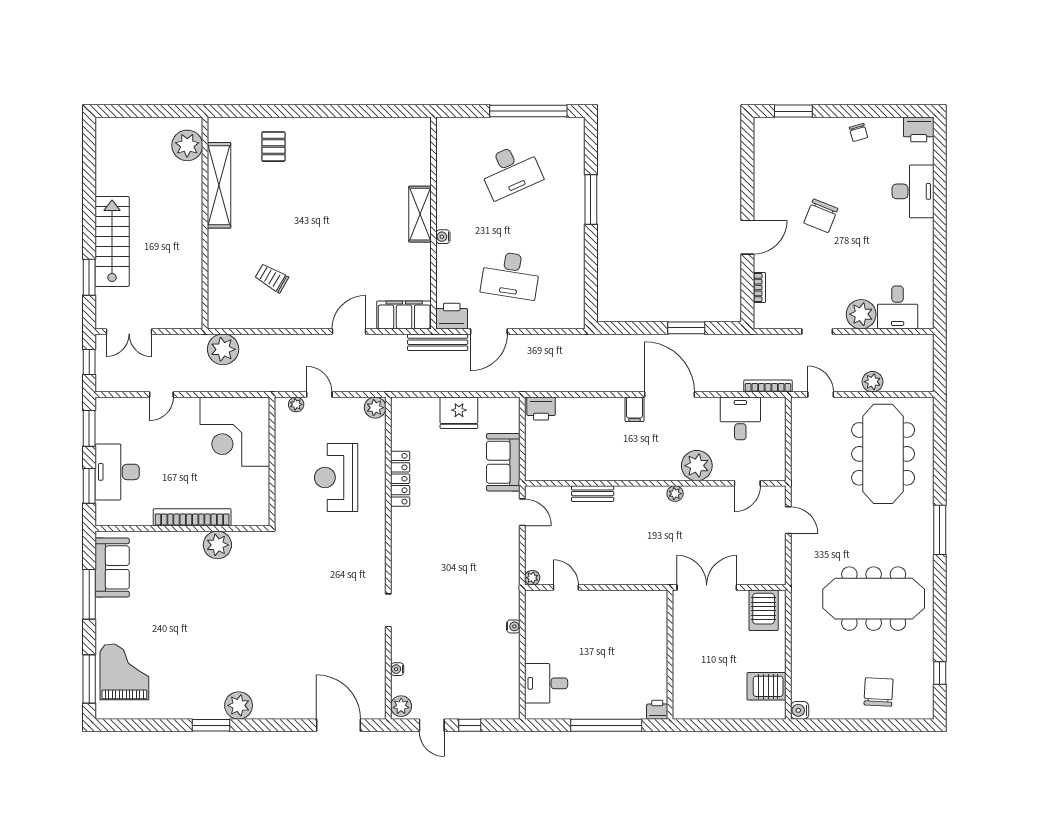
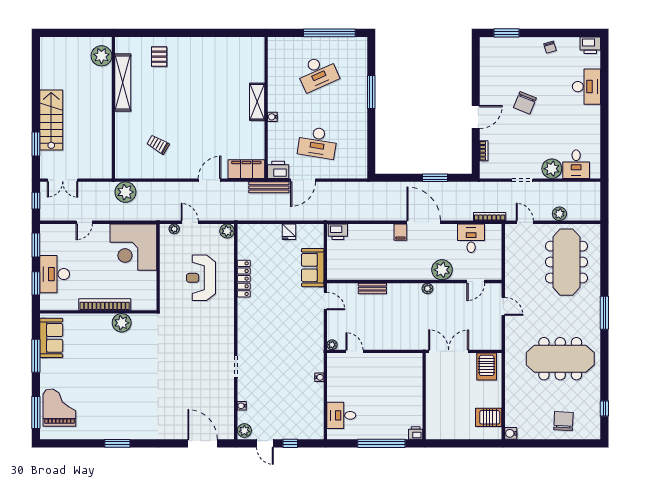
fridge: (459, 413) -> (289, 232), width x0.53, depth x0.75
plant: (239, 705) -> (136, 430), removed

